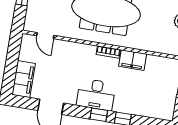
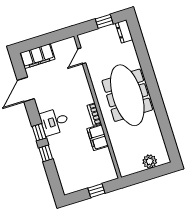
desk: (96, 94) -> (54, 122), width x0.73

